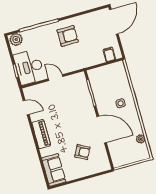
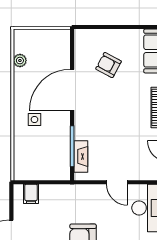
fireplace: (84, 88) -> (81, 156), added
door: (102, 129) -> (72, 90), hinge flipped

